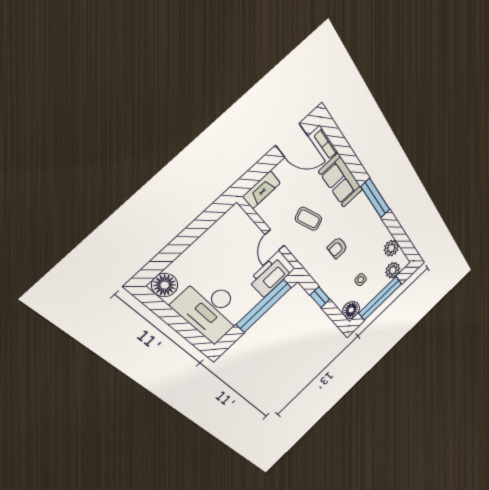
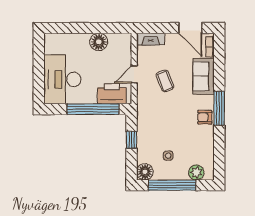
armchair: (337, 248) -> (205, 117), moved
plant: (391, 248) -> (207, 154), removed
floor lamp: (165, 285) -> (99, 42), moved

